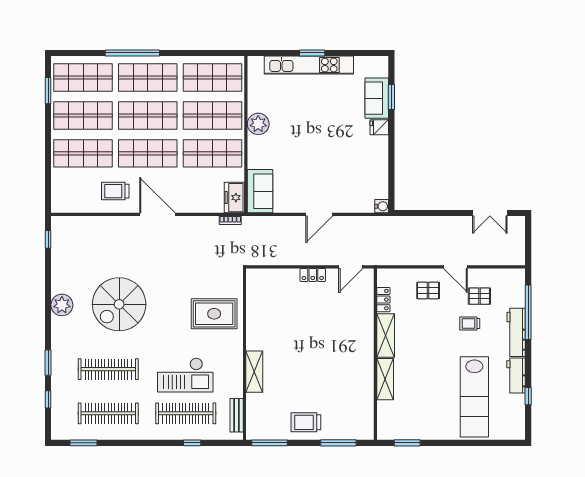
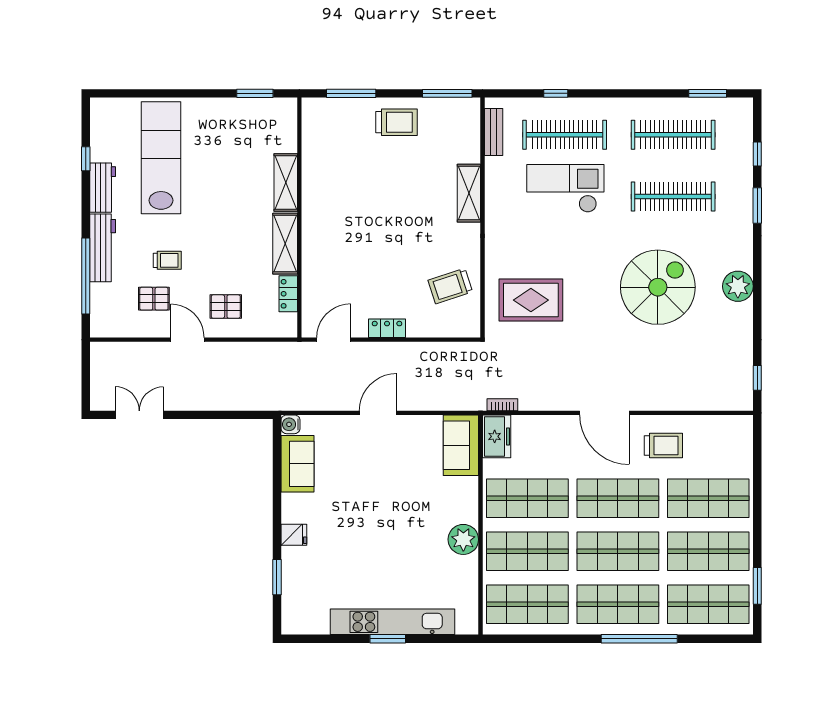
sofa: (377, 98) -> (297, 464), moved
trolley: (268, 305) -> (450, 286), added
rug: (214, 314) -> (531, 300), moved

